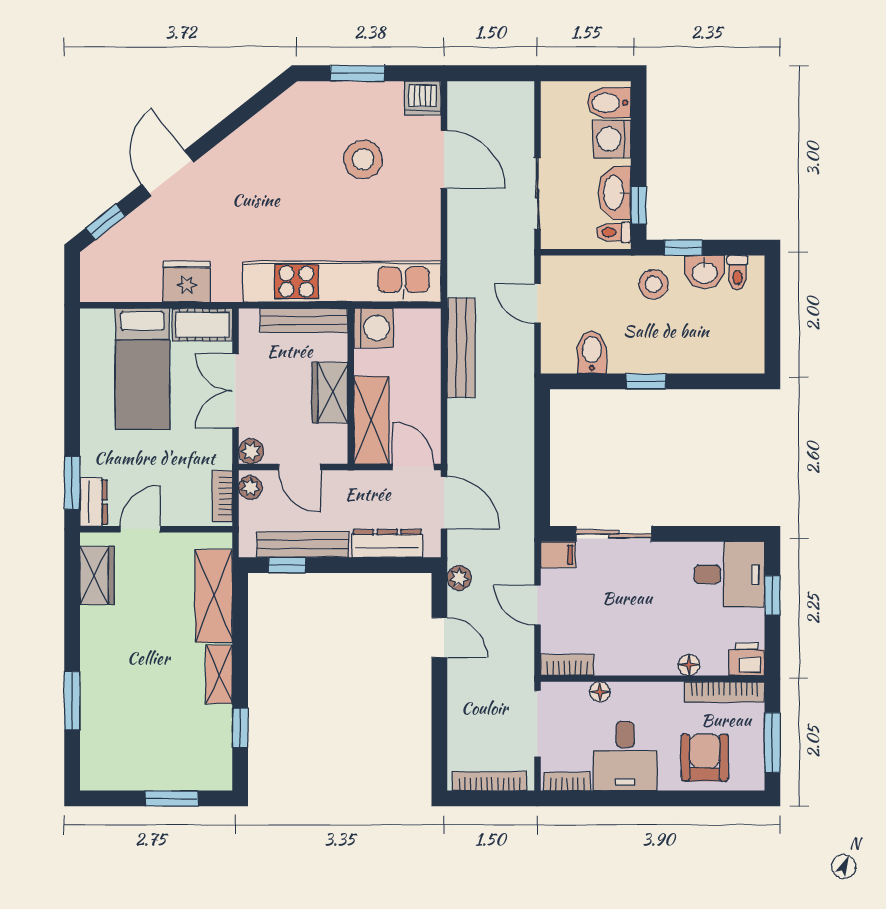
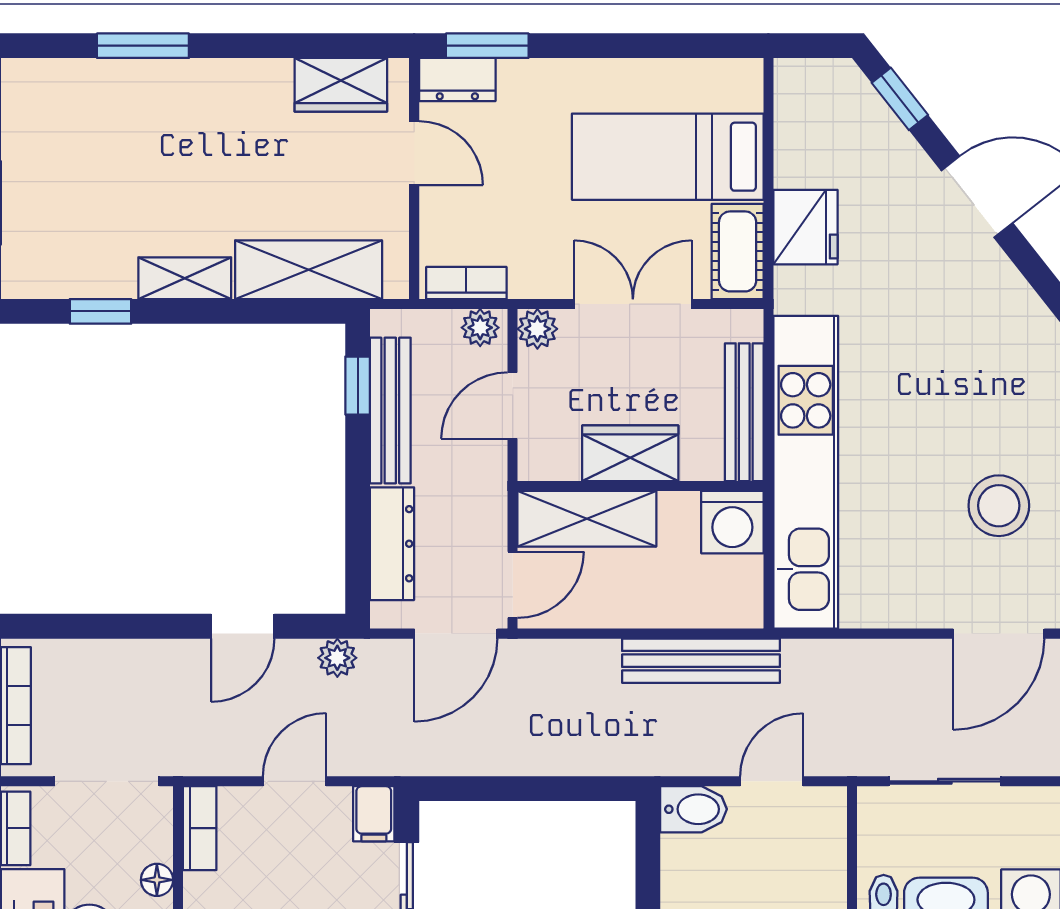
bidet: (592, 353) -> (694, 809), moved

